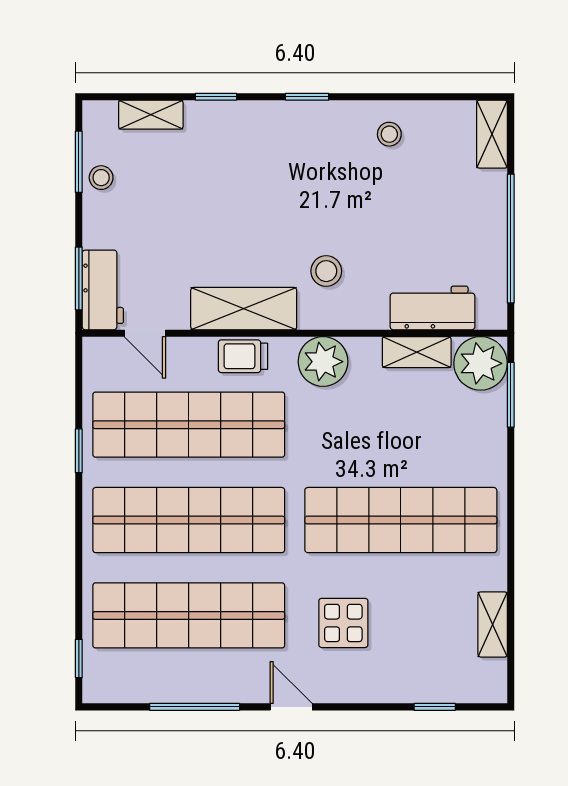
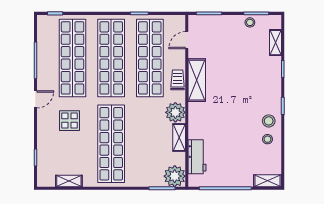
stool: (326, 271) -> (269, 121), moved
workbench: (103, 290) -> (204, 23), removed
shelving: (417, 352) -> (179, 137), moved

